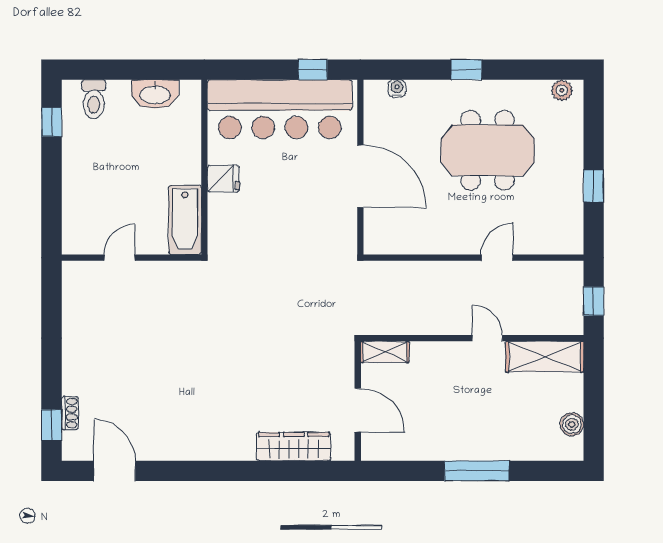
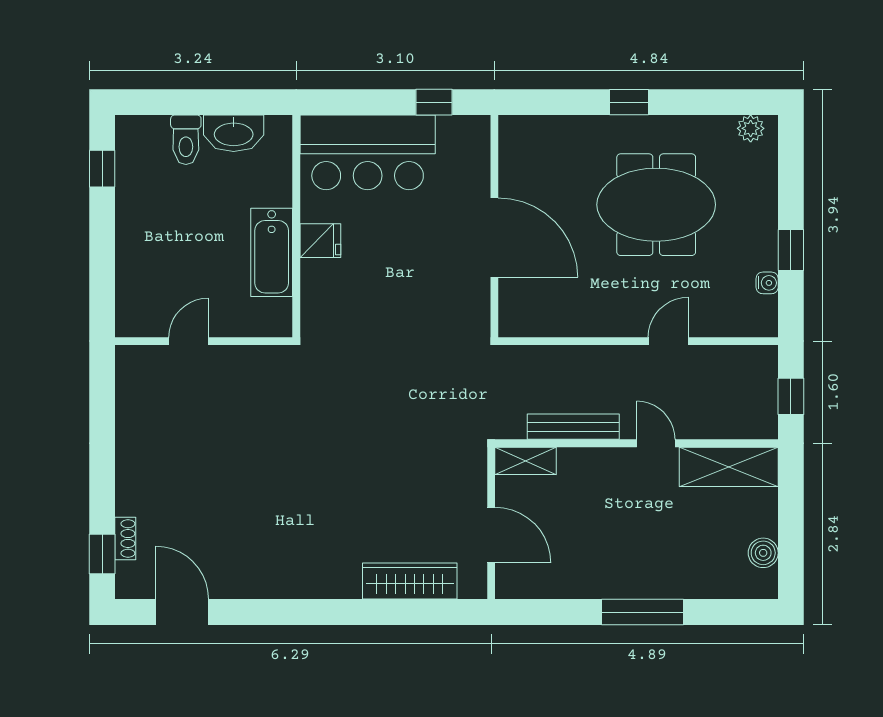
water cooler: (397, 88) -> (767, 283), moved, turned 90
toilet: (94, 99) -> (186, 140), moved
bar counter: (280, 109) -> (368, 152), width x0.73
bathtub: (185, 220) -> (272, 252), moved
bench: (422, 325) -> (573, 427), added

